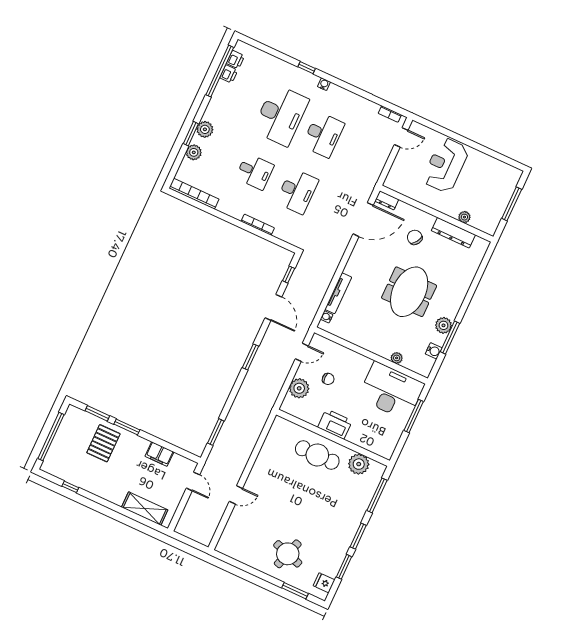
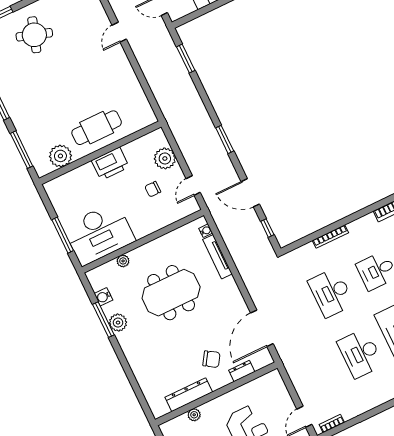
dresser: (387, 200) -> (242, 371), moved
meeting table: (409, 292) -> (171, 293), moved, turned 90

